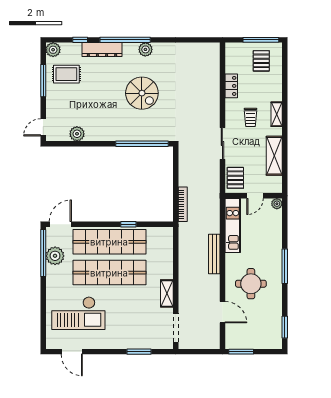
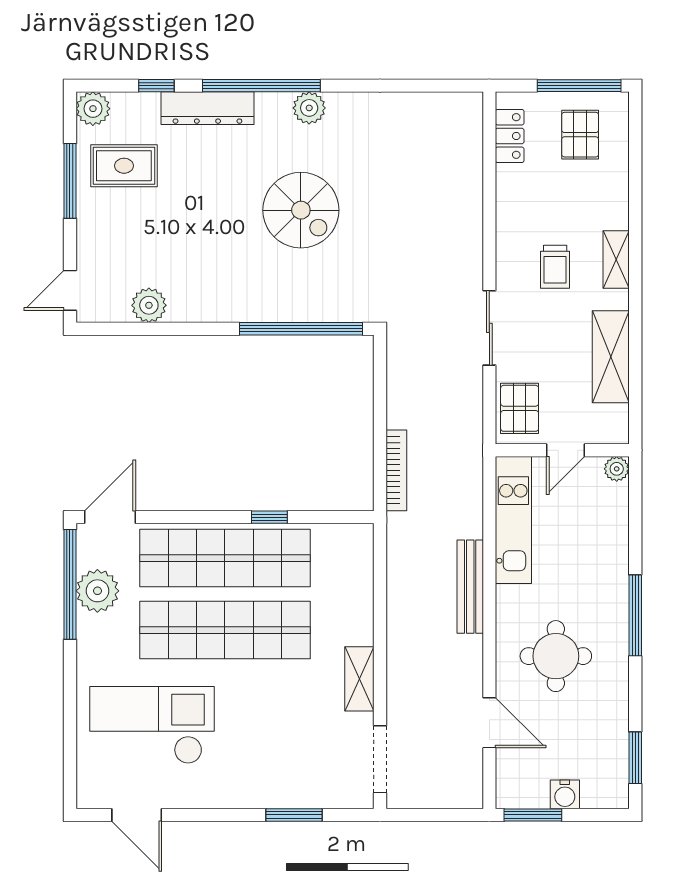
locker: (231, 86) -> (510, 136), moved
checkout: (78, 313) -> (152, 725), turned 180
water cooler: (255, 343) -> (565, 794), added

